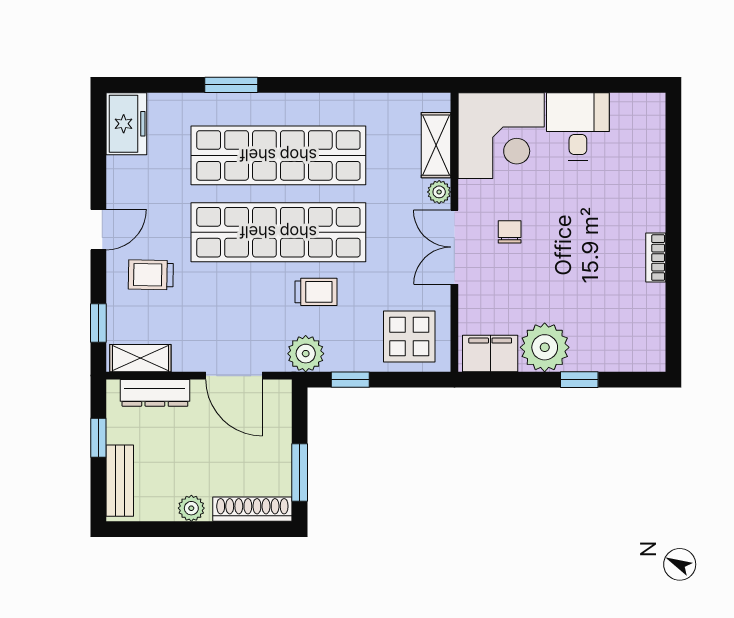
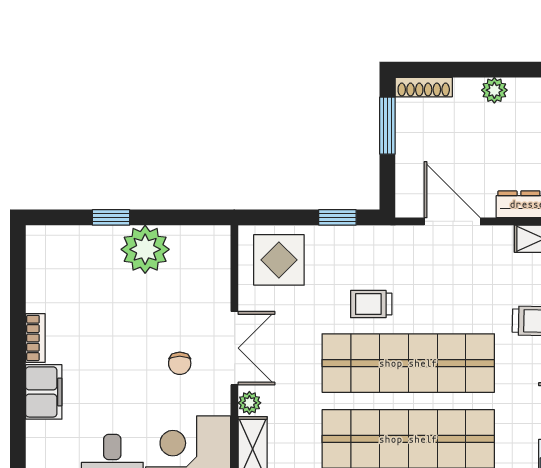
filing cabinet: (490, 353) -> (44, 392), moved, turned -90
plant: (306, 354) -> (381, 243), removed
shoe rack: (252, 509) -> (424, 87), width x0.74, depth x0.81

